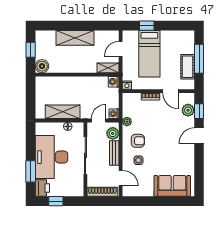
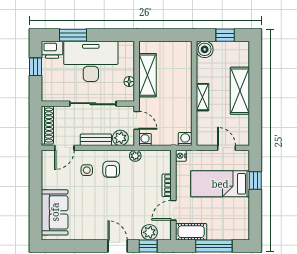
cot: (188, 67) -> (191, 232), moved
shelving: (108, 68) -> (202, 97), moved

